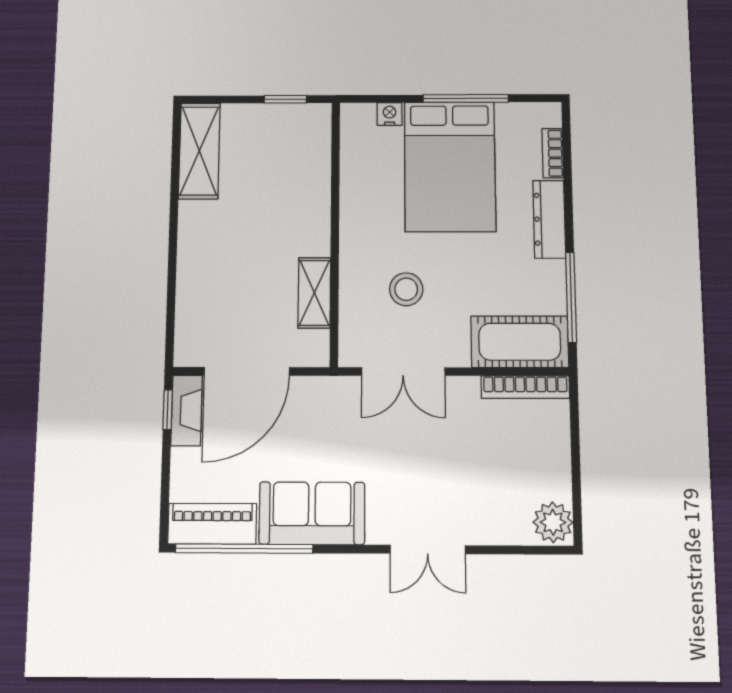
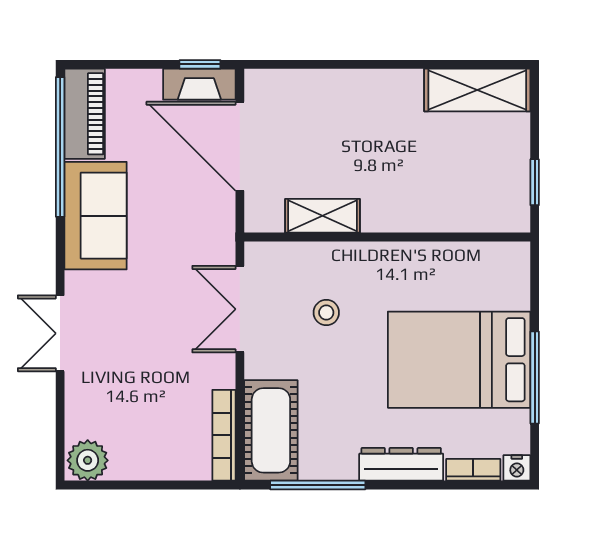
nightstand: (390, 114) -> (517, 468), moved, turned 90
stool: (406, 289) -> (326, 313), width x0.73, depth x0.73

